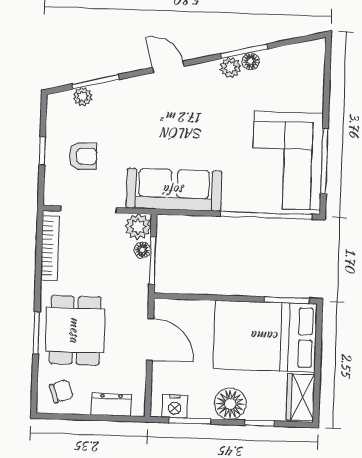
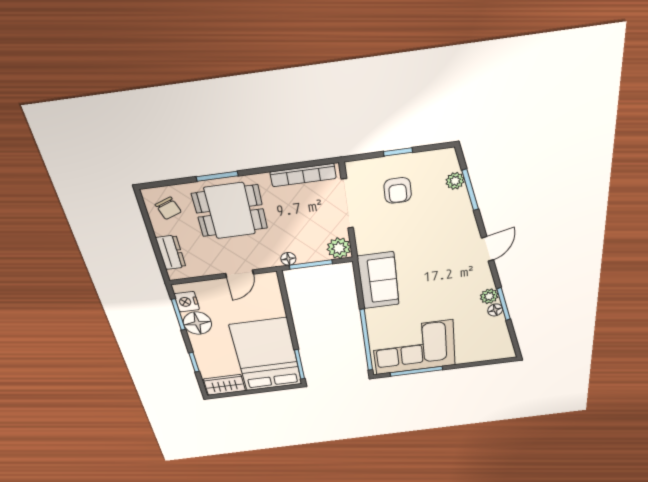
sofa: (174, 190) -> (378, 281), width x0.73
floor lamp: (142, 250) -> (288, 259), moved
door: (150, 339) -> (240, 274), width x0.73
floor lamp: (230, 404) -> (197, 323), moved

